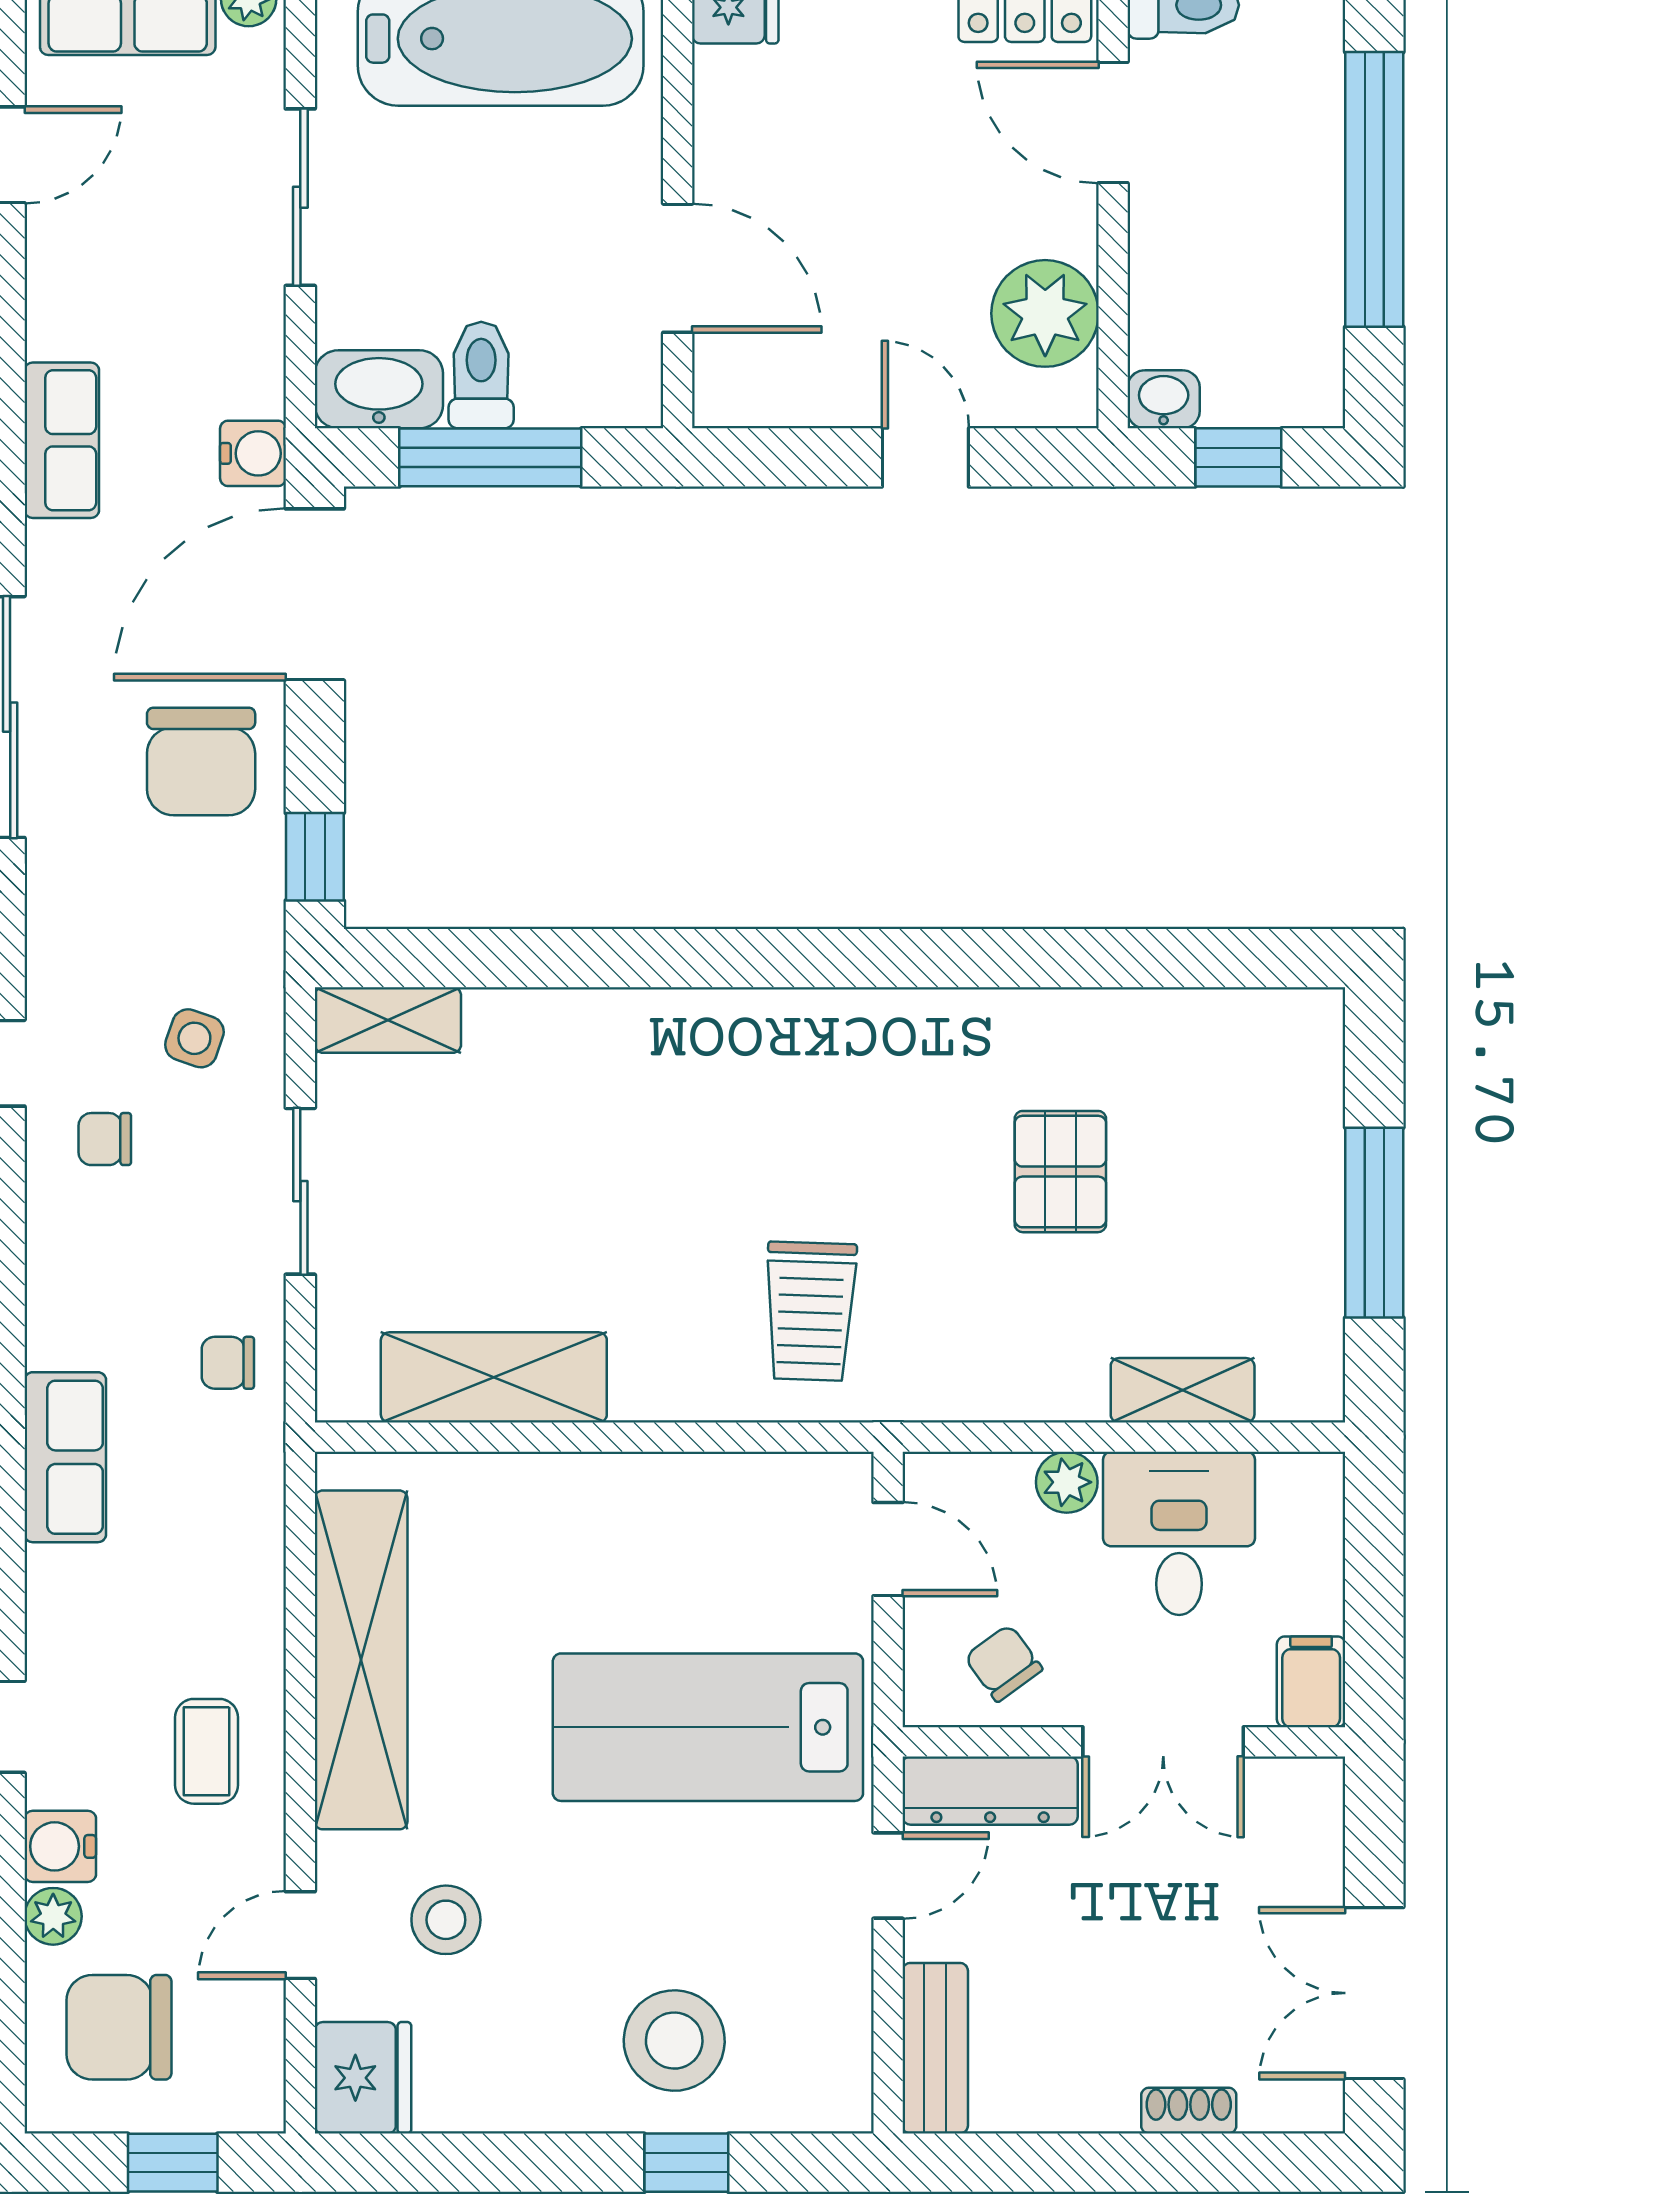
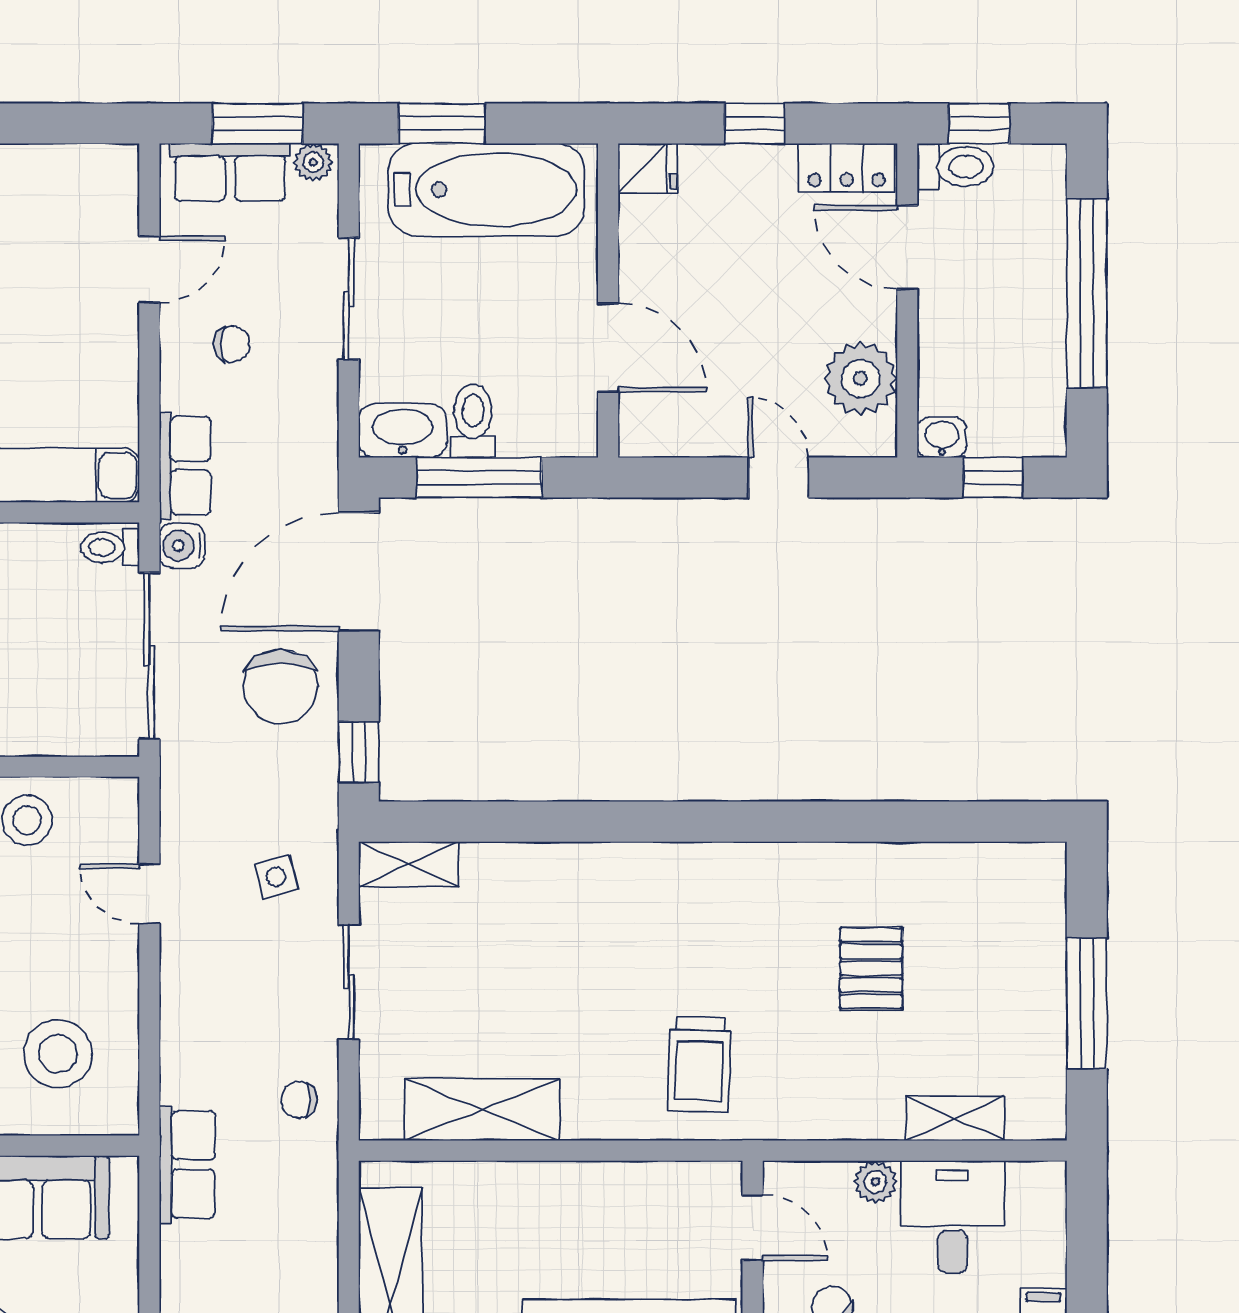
water cooler: (253, 453) -> (182, 546), moved, turned 180
side table: (194, 1038) -> (276, 877), turned -34
chair: (105, 1139) -> (232, 344), moved, turned 180

